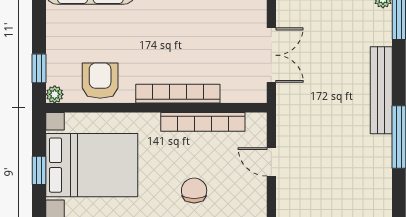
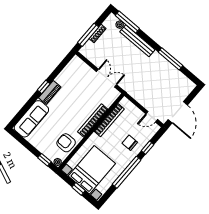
bench: (381, 90) -> (137, 41), moved
door: (271, 162) -> (152, 117), moved

